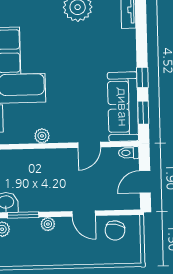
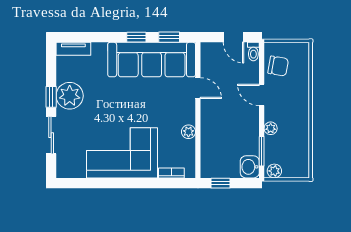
sofa: (123, 107) -> (152, 60), width x1.36, depth x1.27
toilet: (129, 153) -> (253, 52), moved
door: (84, 214) -> (262, 95), swing flipped

